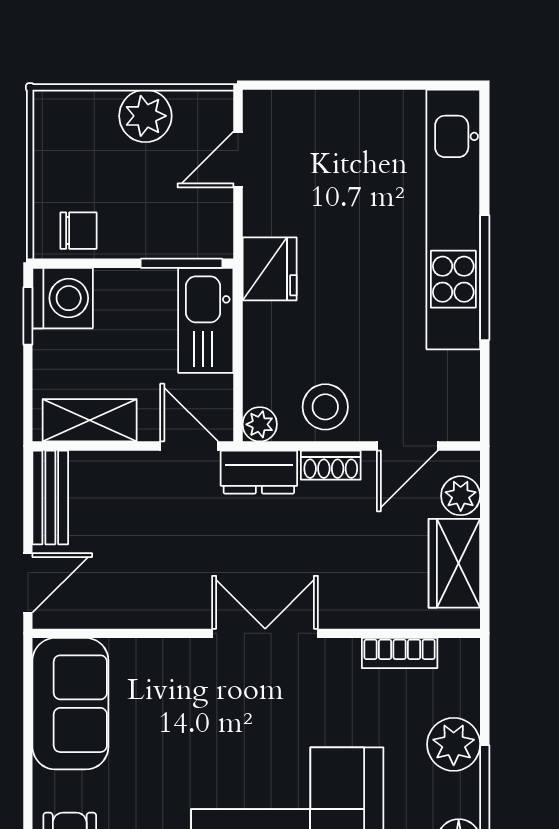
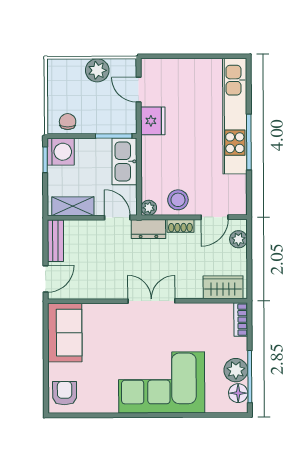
door: (238, 160) -> (139, 90), hinge flipped
chair: (79, 231) -> (68, 122), turned -90
fridge: (270, 269) -> (153, 121), moved
wardrobe: (454, 563) -> (223, 287), moved, turned 90
bookcase: (400, 653) -> (241, 320), moved, turned 90
plant: (454, 744) -> (236, 370), moved

